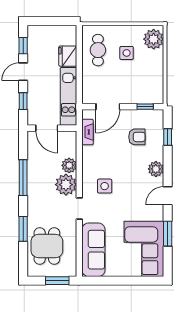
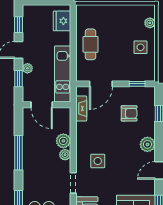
plant: (154, 39) -> (150, 23), width x0.53, depth x0.53
cafe table: (98, 50) -> (91, 44), moved
side table: (127, 53) -> (140, 47), moved
fridge: (68, 56) -> (62, 21), moved
plant: (32, 91) -> (27, 68), added
plant: (66, 185) -> (65, 155), width x0.53, depth x0.53

